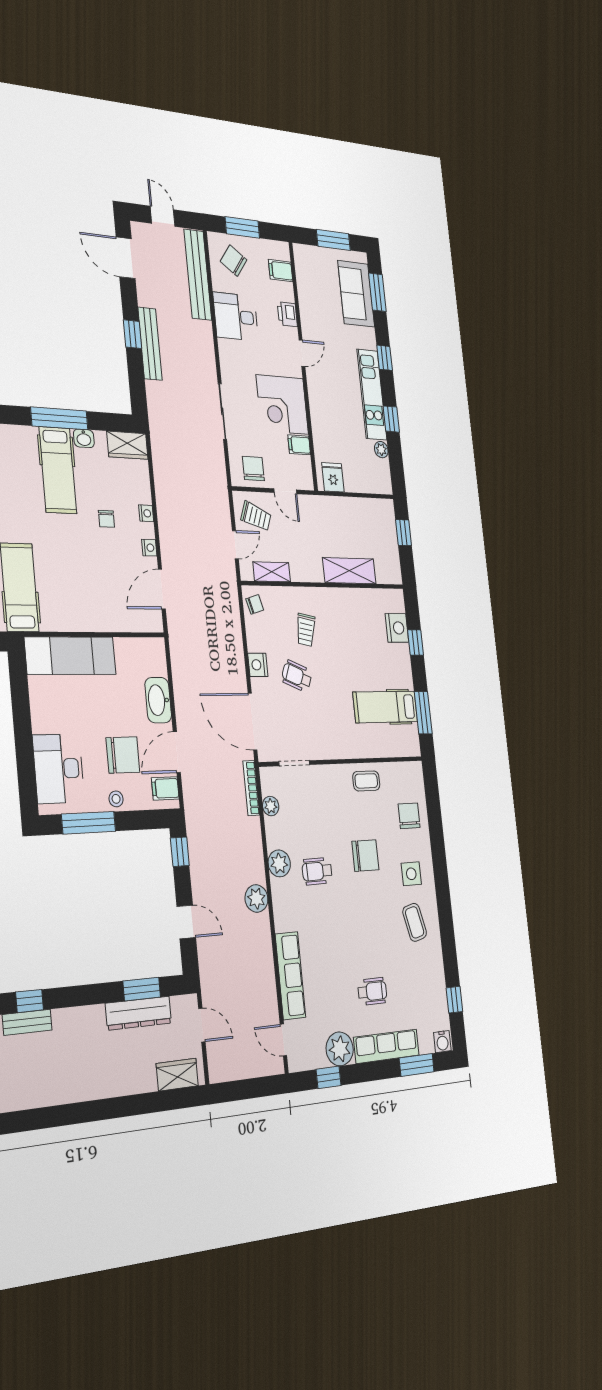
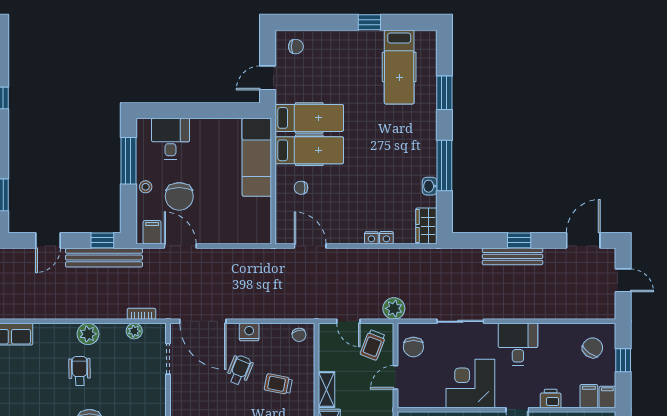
door: (163, 216) -> (623, 280), hinge flipped
window: (242, 227) -> (623, 360), width x0.67
bench: (198, 275) -> (104, 258), moved
desk: (236, 317) -> (518, 344), moved
filing cabinet: (299, 445) -> (607, 397), moved
chair: (253, 469) -> (413, 347), turned 90
hospital bed: (58, 470) -> (309, 150), moved, turned 180
chair: (106, 519) -> (301, 188), moved
nightstand: (149, 548) -> (386, 238), moved
shelving: (272, 572) -> (327, 390), moved
washbasin: (158, 700) -> (221, 233), removed
door: (252, 722) -> (203, 321), swing flipped
desk: (59, 769) -> (170, 139), width x0.73
bookcase: (251, 788) -> (141, 314), width x0.64
plant: (256, 898) -> (394, 308), moved

